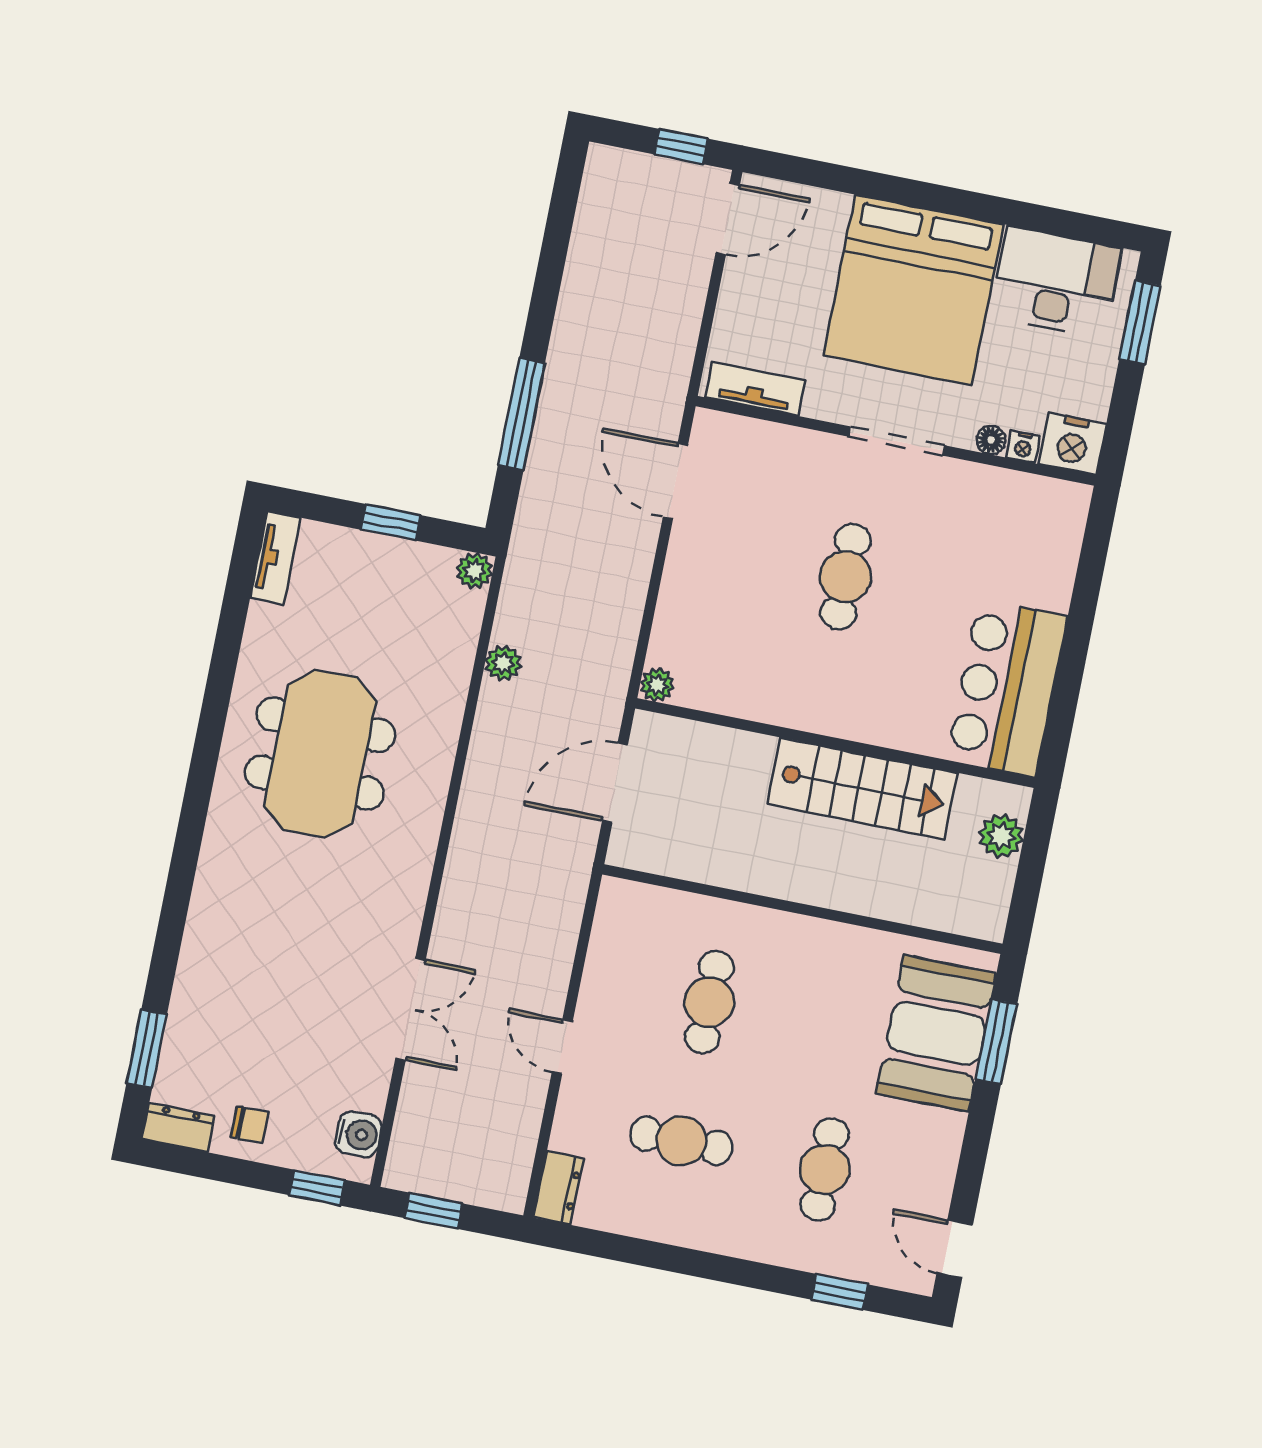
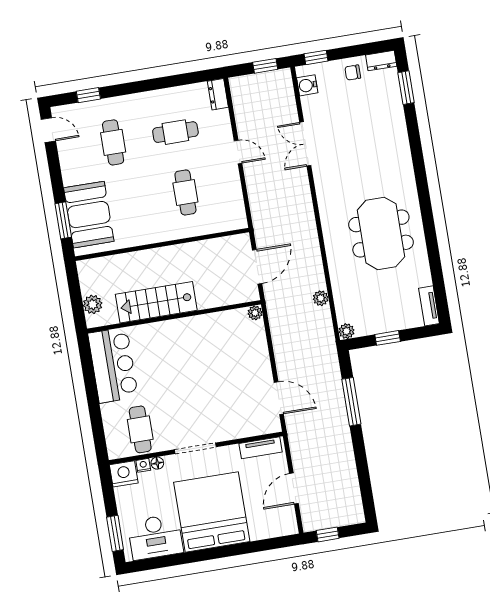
door: (728, 219) -> (294, 489), moved
cafe table: (846, 577) -> (140, 429), moved

